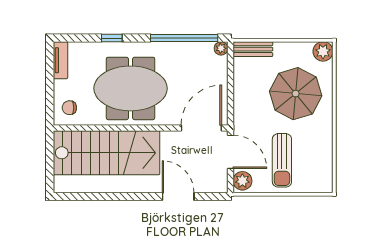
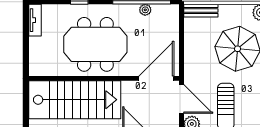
plant: (221, 48) -> (145, 10), moved
chair: (69, 108) -> (43, 61), removed

